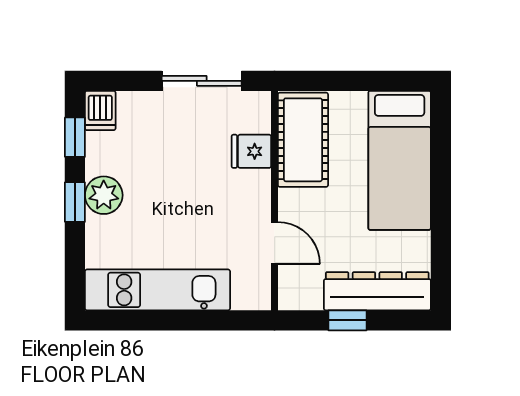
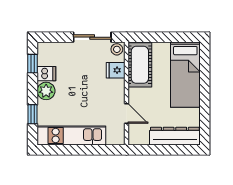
stool: (254, 107) -> (117, 49), added
dishwasher: (100, 111) -> (46, 74), moved, turned -90
window: (75, 202) -> (32, 114), moved
window: (347, 320) -> (161, 150), removed

